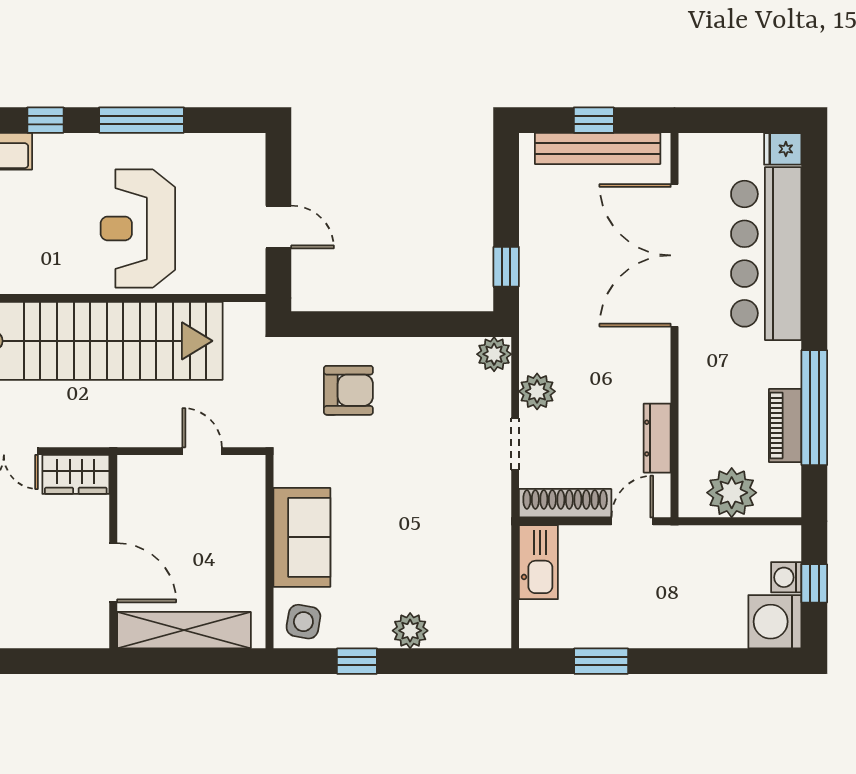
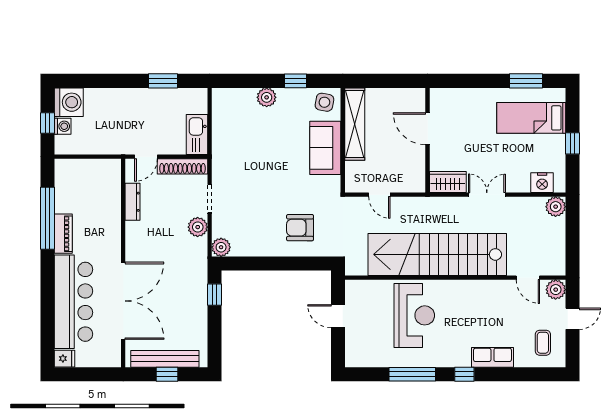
piano: (785, 425) -> (63, 234), moved
plant: (732, 493) -> (92, 172), removed
shelving: (184, 630) -> (355, 124), moved, turned 90

